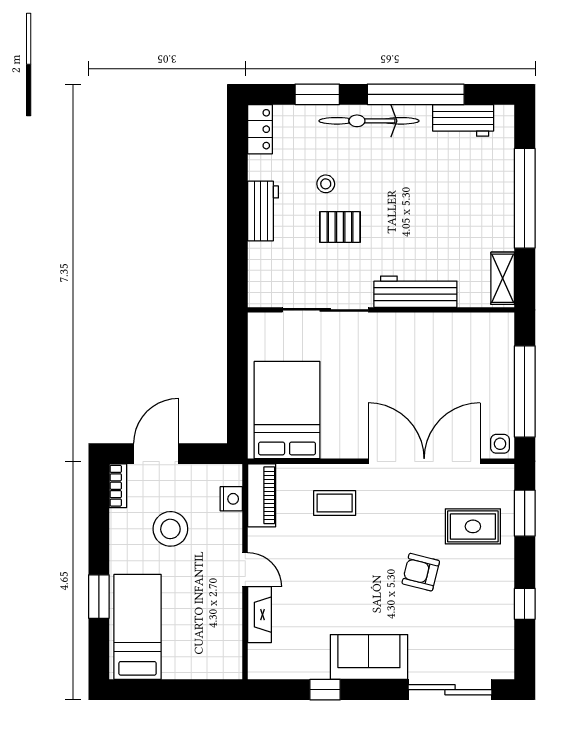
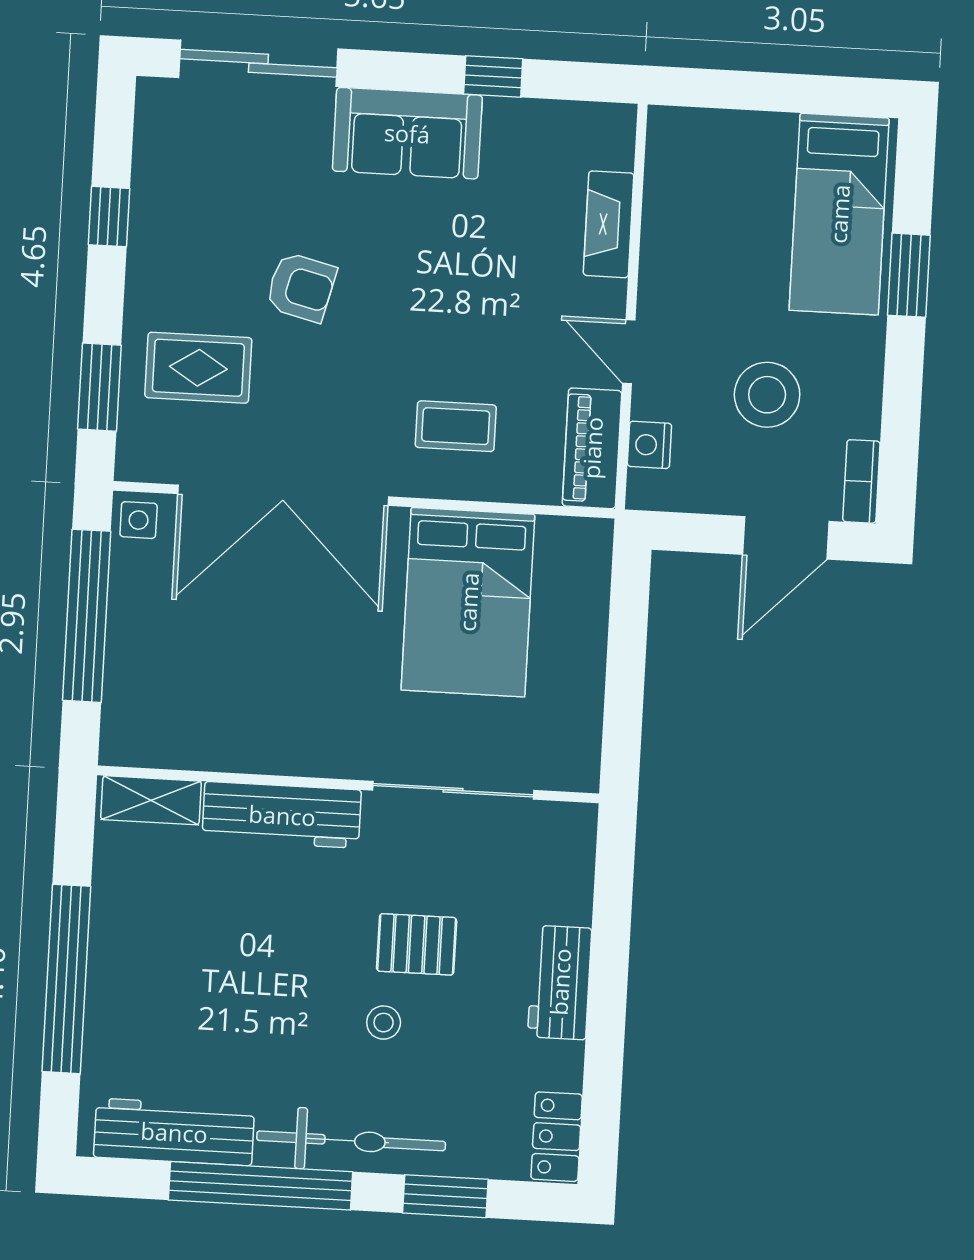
workbench: (463, 120) -> (174, 1132), width x1.37
stool: (326, 184) -> (384, 1023), moved
shelving: (503, 278) -> (151, 800), moved, turned 90
bed: (287, 410) -> (468, 602), moved
door: (245, 570) -> (629, 352), moved

